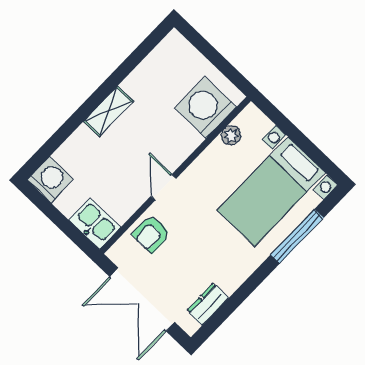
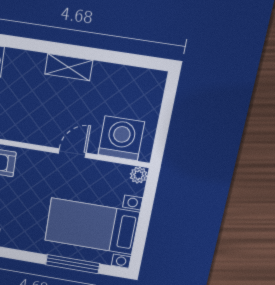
plant: (231, 135) -> (139, 175), moved
door: (164, 187) -> (72, 153), moved

